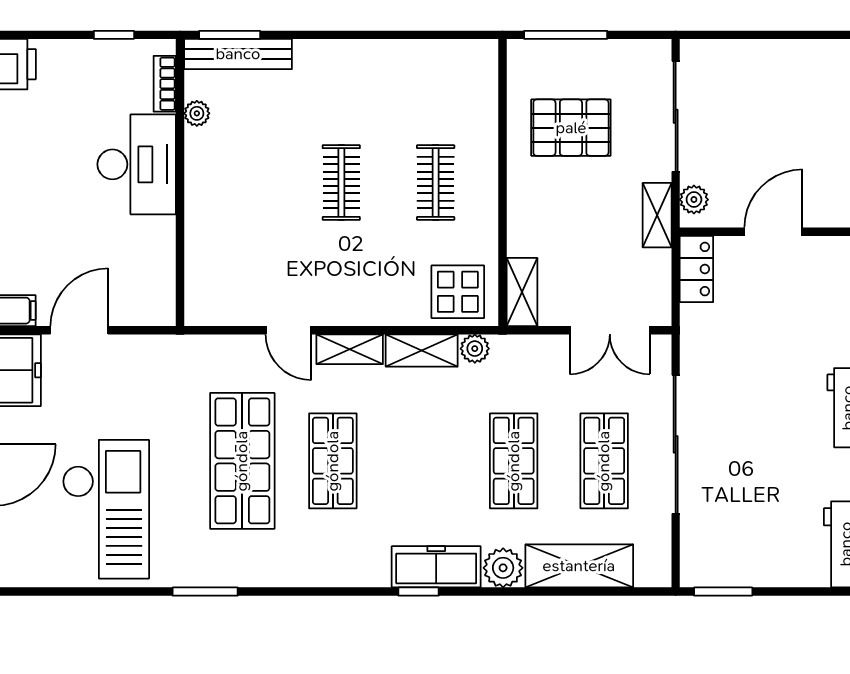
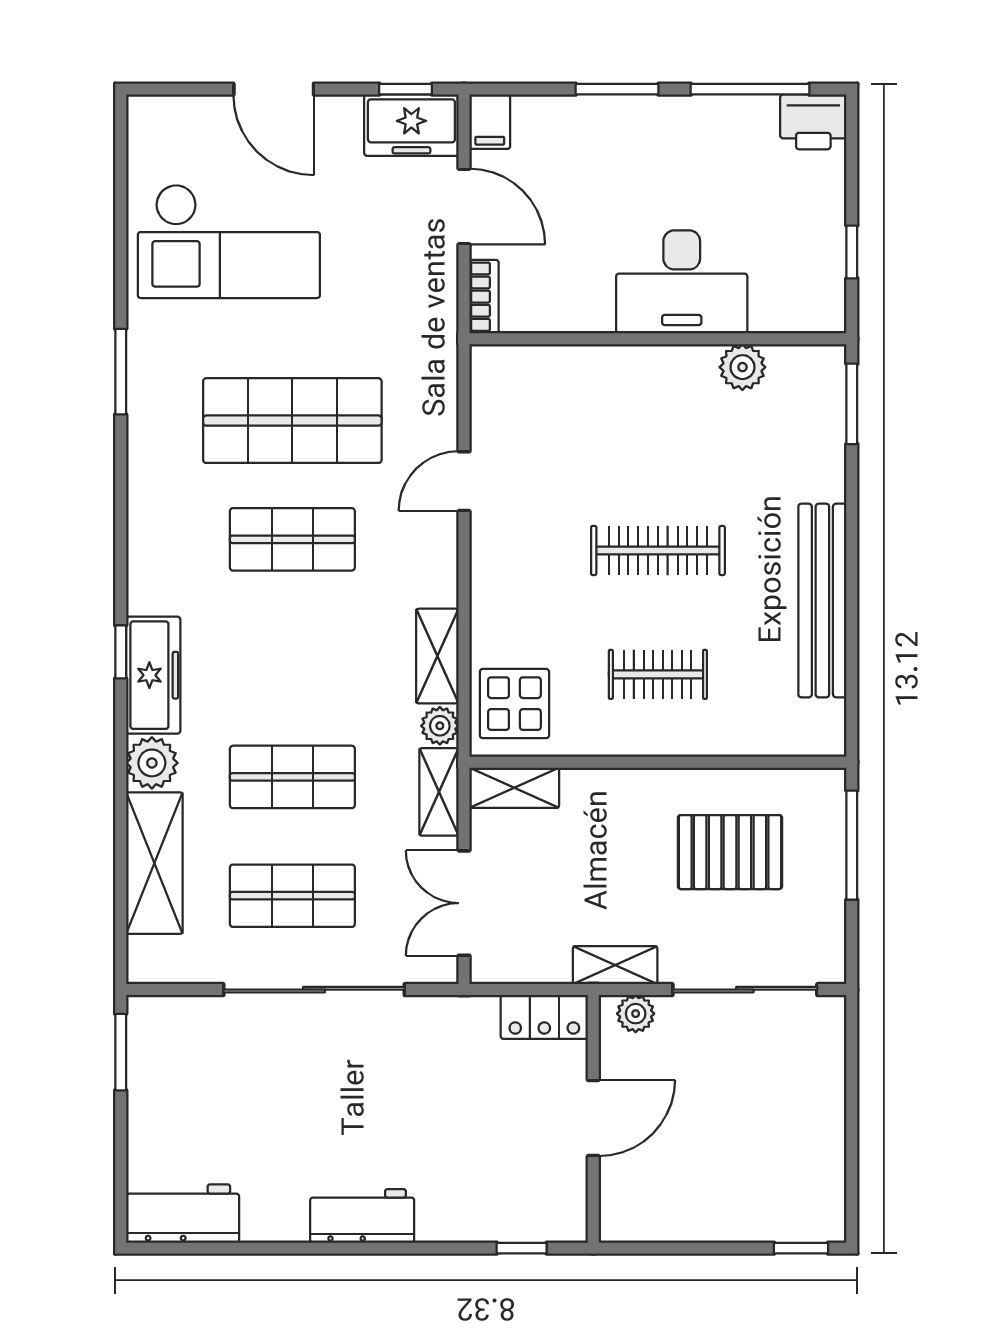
bench: (238, 54) -> (822, 601), moved, width x1.37, depth x1.21
bookcase: (165, 84) -> (484, 297), moved, turned 90
plant: (197, 113) -> (742, 367), width x1.38, depth x1.38
pallet: (571, 128) -> (730, 852), turned 90
clothes rail: (341, 183) -> (658, 550), width x1.36
door: (773, 232) -> (593, 1118), hinge flipped
shelving: (350, 349) -> (439, 792), moved

